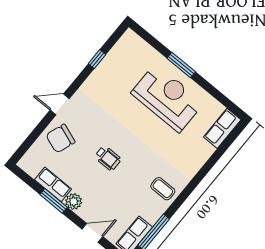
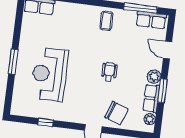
reception desk: (167, 98) -> (49, 74), moved
plant: (32, 169) -> (150, 119), added

